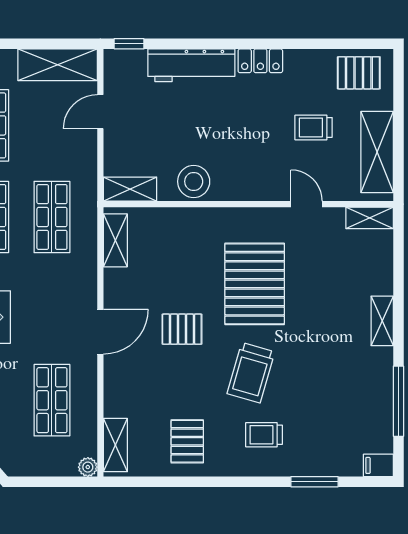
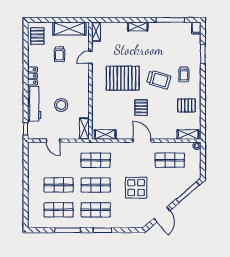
shelving: (58, 65) -> (34, 158), removed
stool: (194, 181) -> (61, 105), moved

